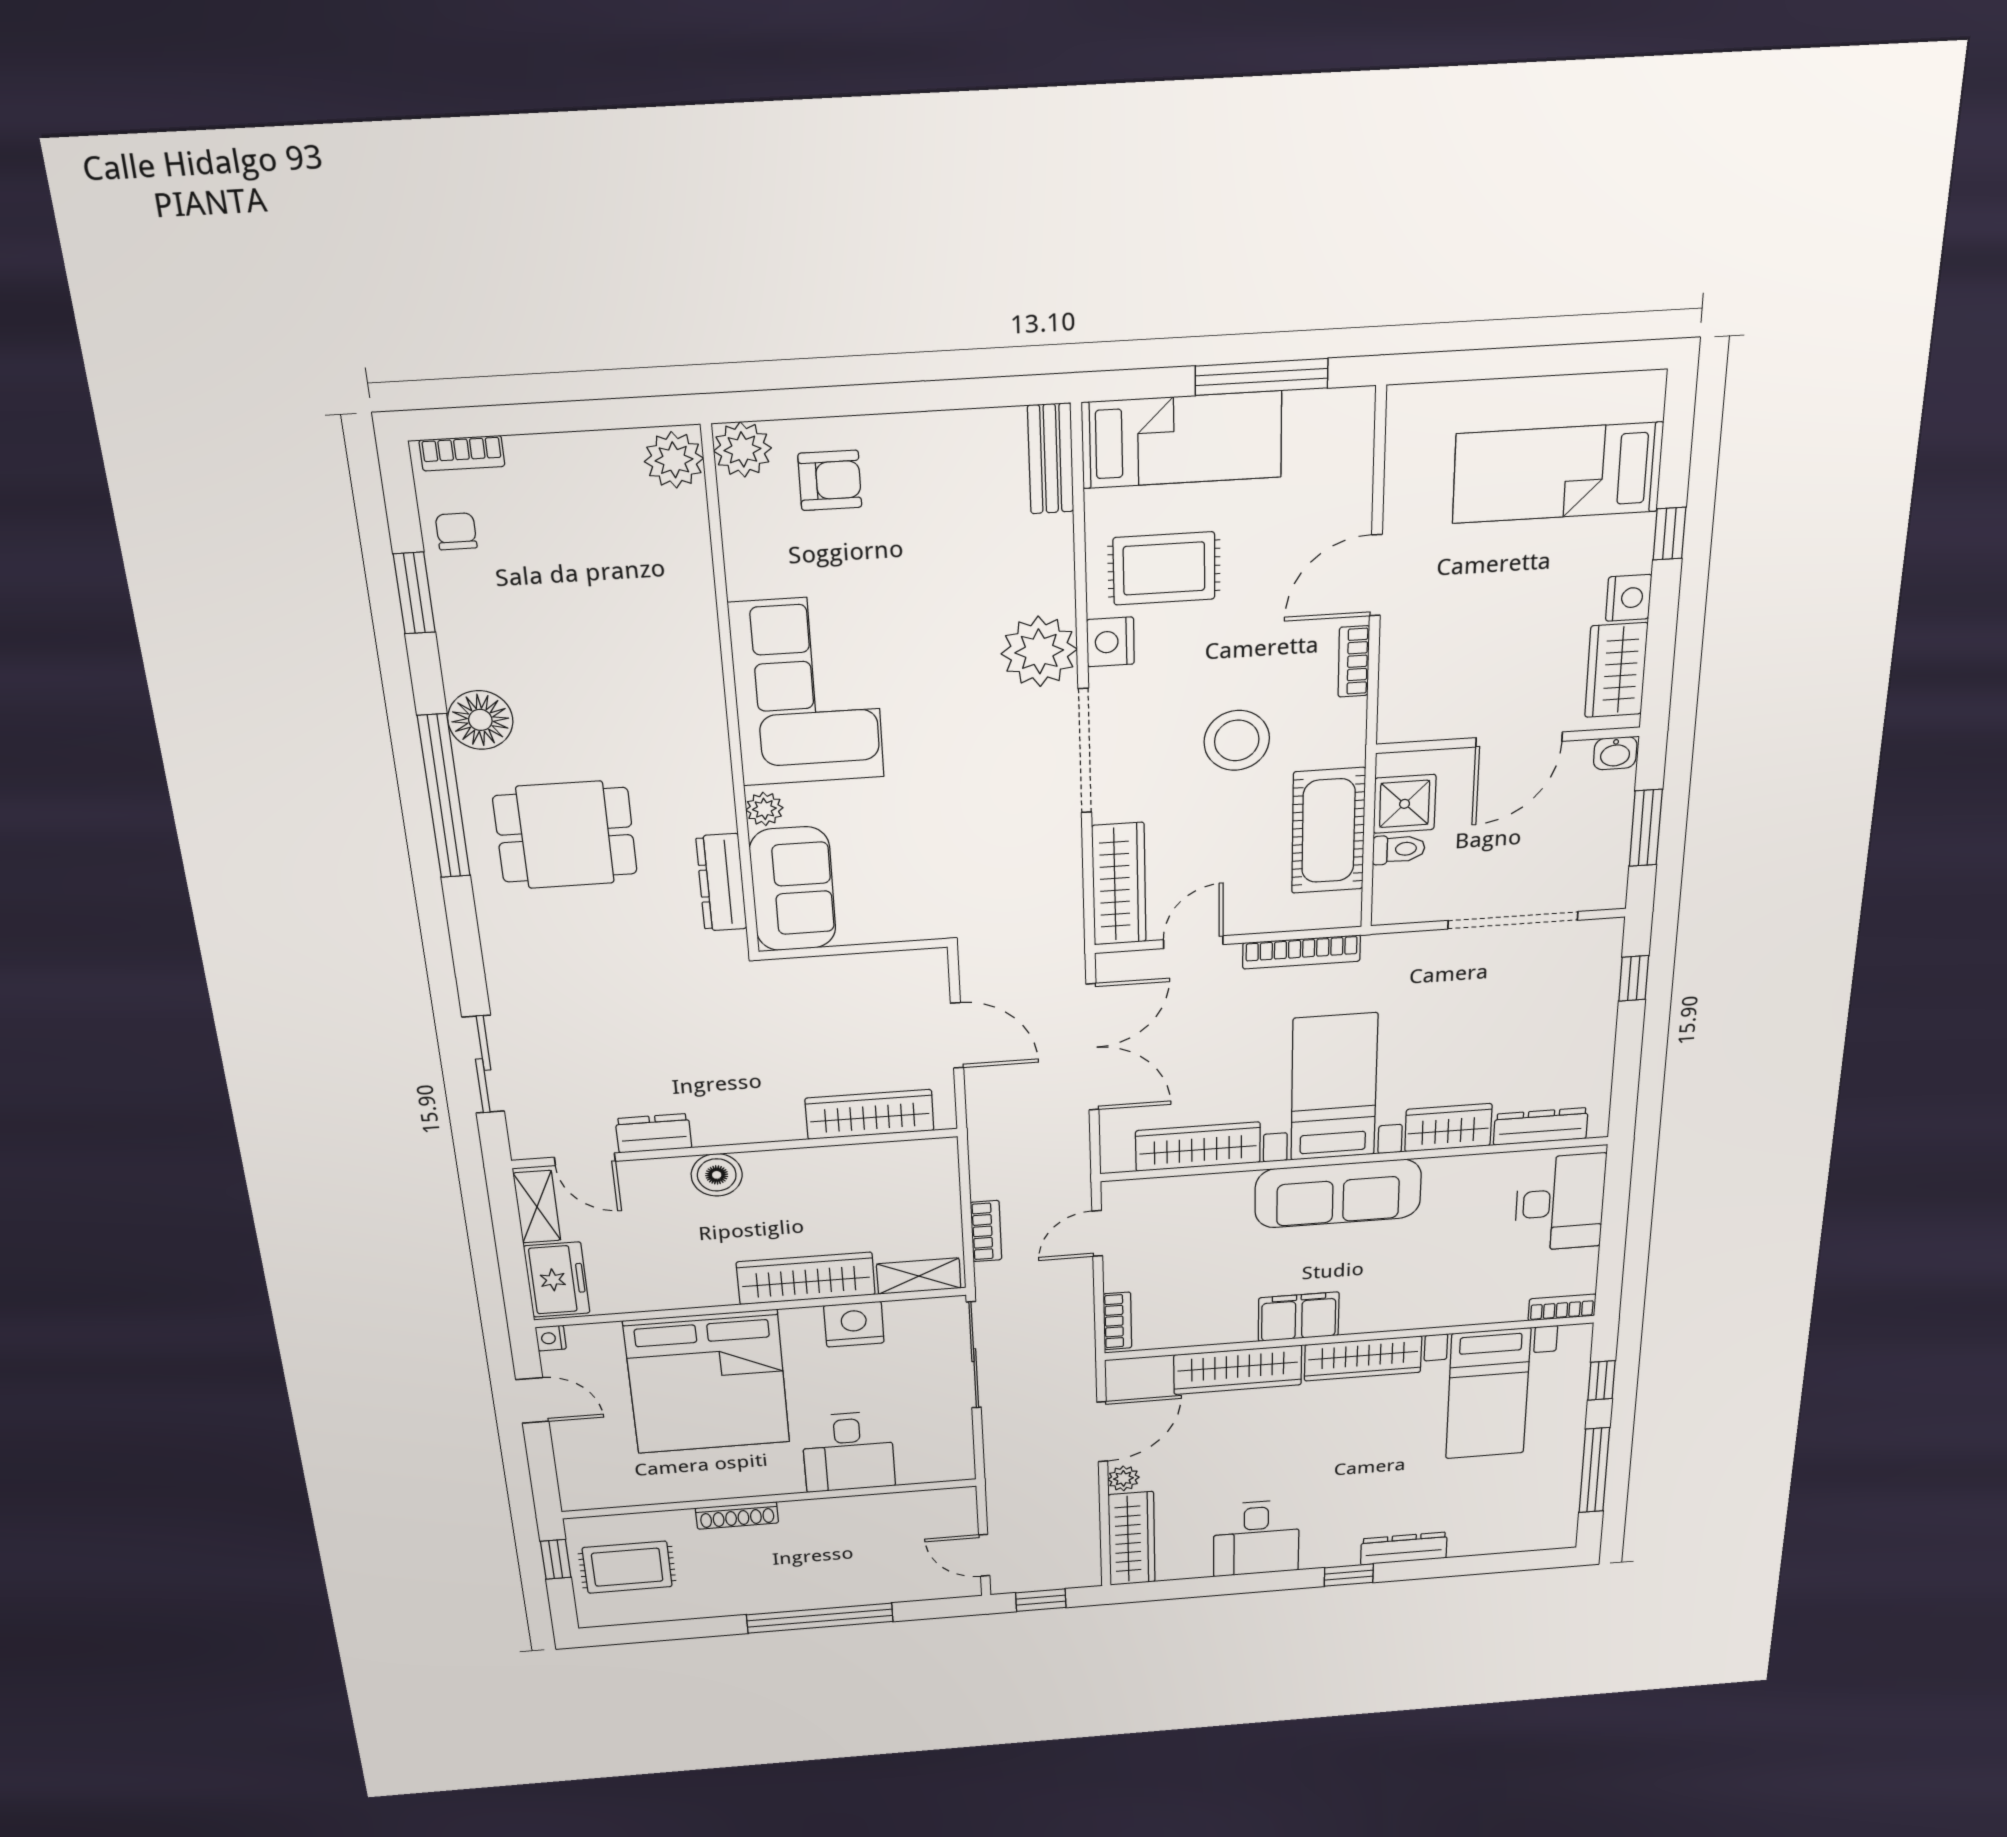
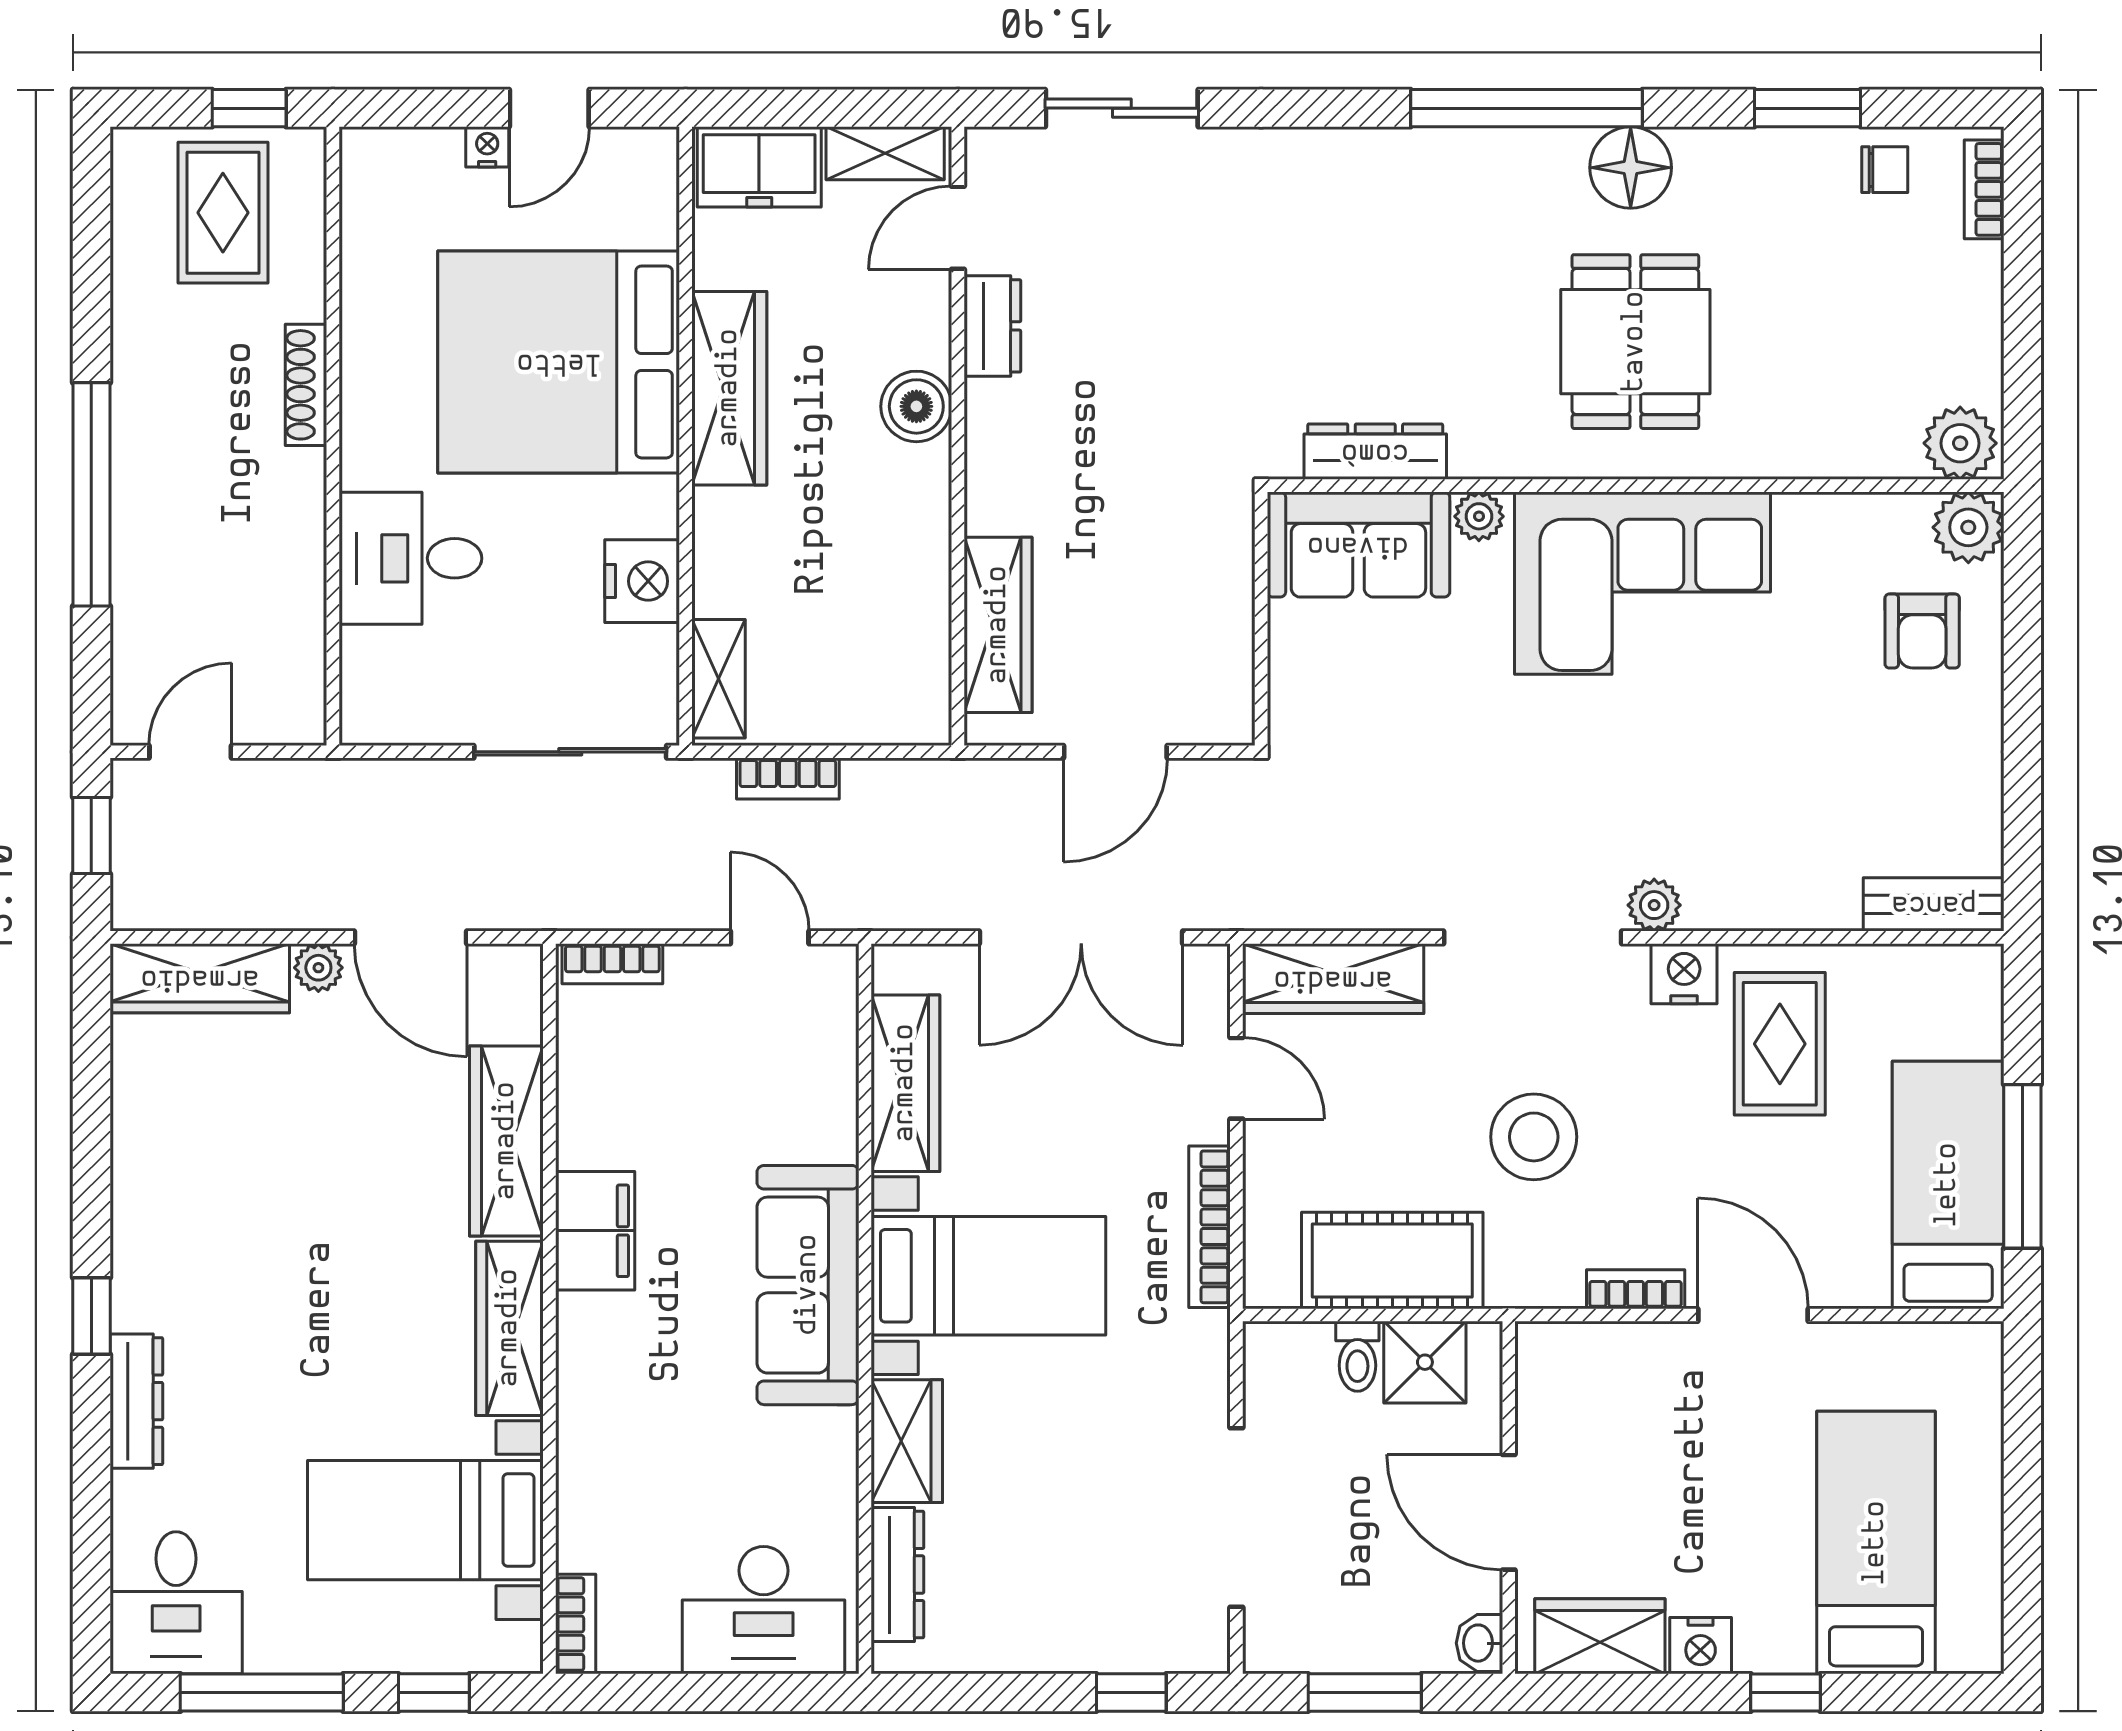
bed: (1182, 440) -> (1948, 1185), moved, turned 180
plant: (1039, 651) -> (1654, 905), width x0.53, depth x0.53
dining table: (565, 835) -> (1635, 342), moved
wardrobe: (806, 1278) -> (729, 388), moved
nightstand: (551, 1338) -> (487, 147), moved
desk: (1256, 1538) -> (176, 1603), moved, turned -90

